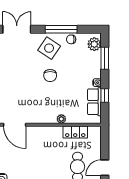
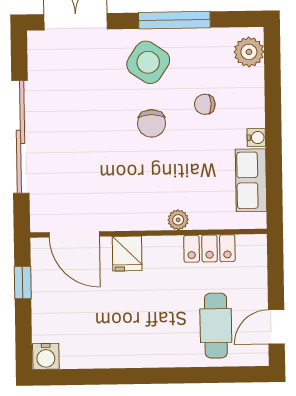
chair: (71, 39) -> (205, 104), moved
window: (105, 58) -> (273, 83), removed
window: (105, 96) -> (274, 166), removed
fridge: (38, 134) -> (127, 254), added

